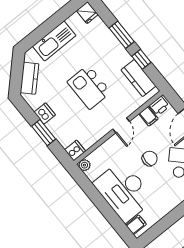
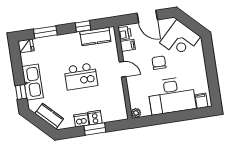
window: (37, 35) -> (21, 92), added
window: (122, 35) -> (45, 32), moved
cooker: (75, 150) -> (95, 118), moved

